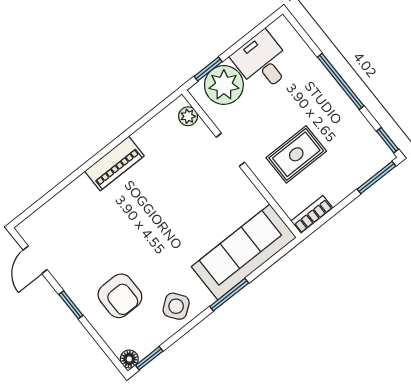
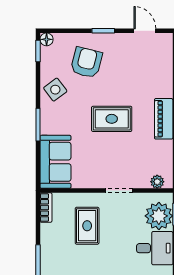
rug: (159, 220) -> (112, 119), added
sofa: (244, 252) -> (55, 162), width x0.73
armchair: (120, 296) -> (86, 63), turned 104

